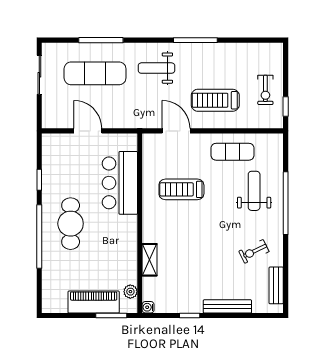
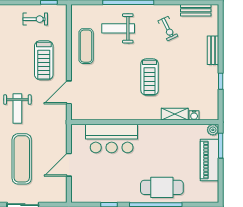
treadmill: (181, 189) -> (150, 77), moved
cafe table: (71, 224) -> (162, 187), moved
plant: (130, 292) -> (213, 130), moved
bench: (227, 306) -> (213, 50), width x0.73
water cooler: (148, 307) -> (194, 115), moved

